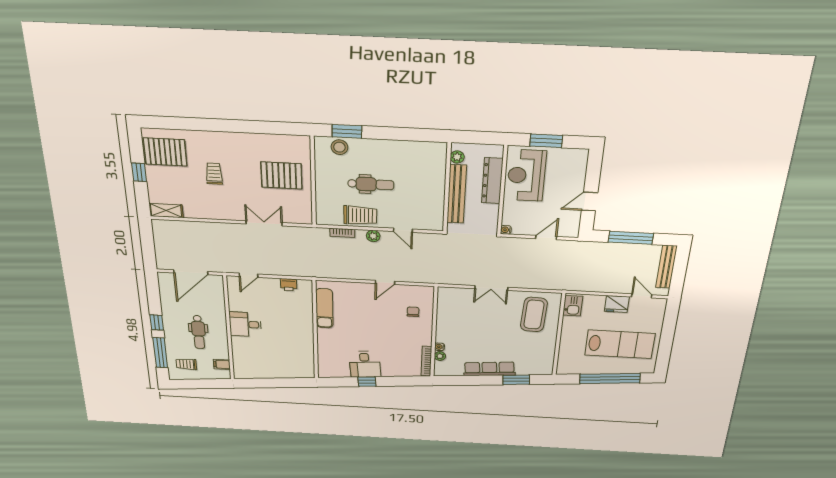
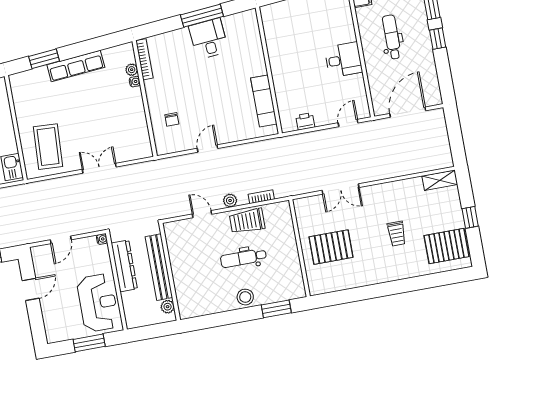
stool: (339, 147) -> (245, 297), moved
dresser: (492, 181) -> (124, 266), moved
window: (367, 382) -> (202, 16), width x2.17

